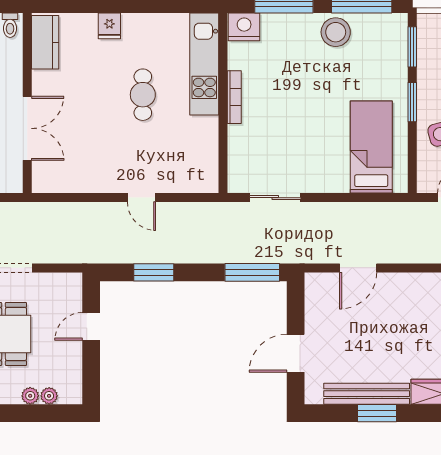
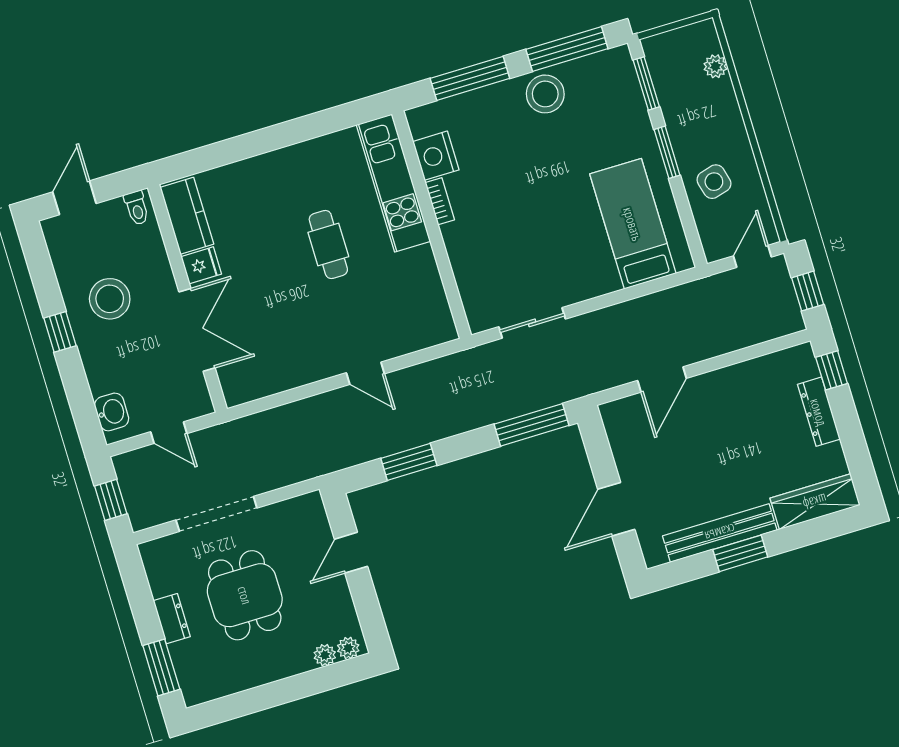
fridge: (109, 26) -> (201, 265), moved, turned -90
nightstand: (244, 27) -> (436, 156), moved, turned -90
bookcase: (234, 97) -> (440, 201), width x0.64
plant: (30, 396) -> (348, 648), moved

